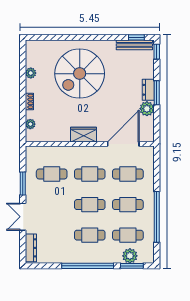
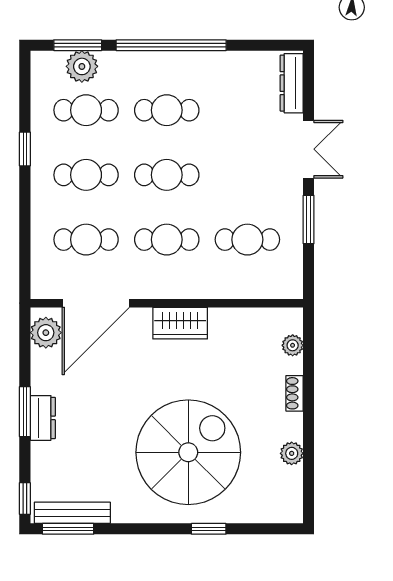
window: (70, 37) -> (209, 529), added
window: (136, 37) -> (68, 529), width x1.50
plant: (147, 109) -> (46, 333), moved
window: (157, 217) -> (25, 149), width x0.32

